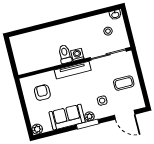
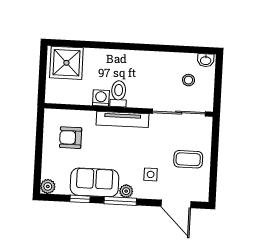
shower: (25, 44) -> (66, 63), added
washing machine: (77, 55) -> (101, 98), moved
armchair: (42, 93) -> (71, 138), turned -90
window: (61, 131) -> (80, 199), added

